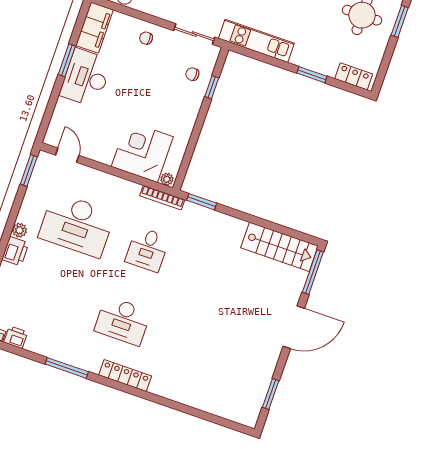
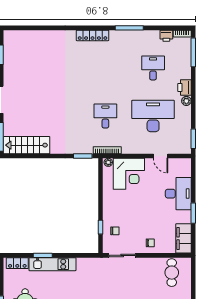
kitchen unit: (256, 41) -> (52, 264), moved
desk: (86, 78) -> (178, 194), moved
door: (67, 155) -> (161, 156), moved
desk: (123, 321) -> (153, 68), moved, width x0.73

